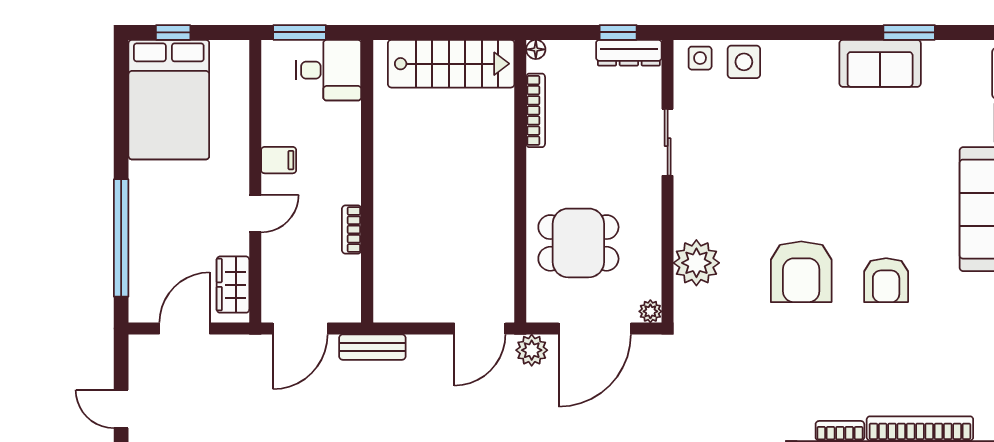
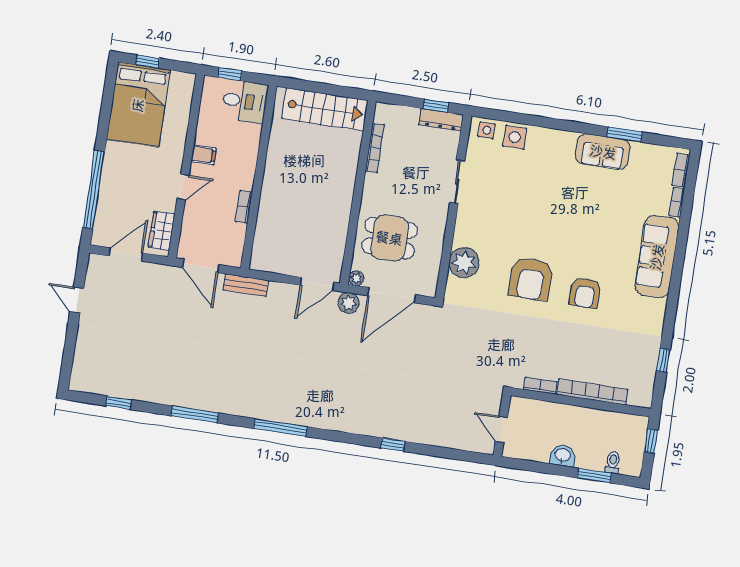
window: (300, 32) -> (230, 74), width x0.67
floor lamp: (536, 49) -> (381, 108), removed
plant: (650, 311) -> (356, 278), moved
door: (300, 329) -> (201, 266), hinge flipped

